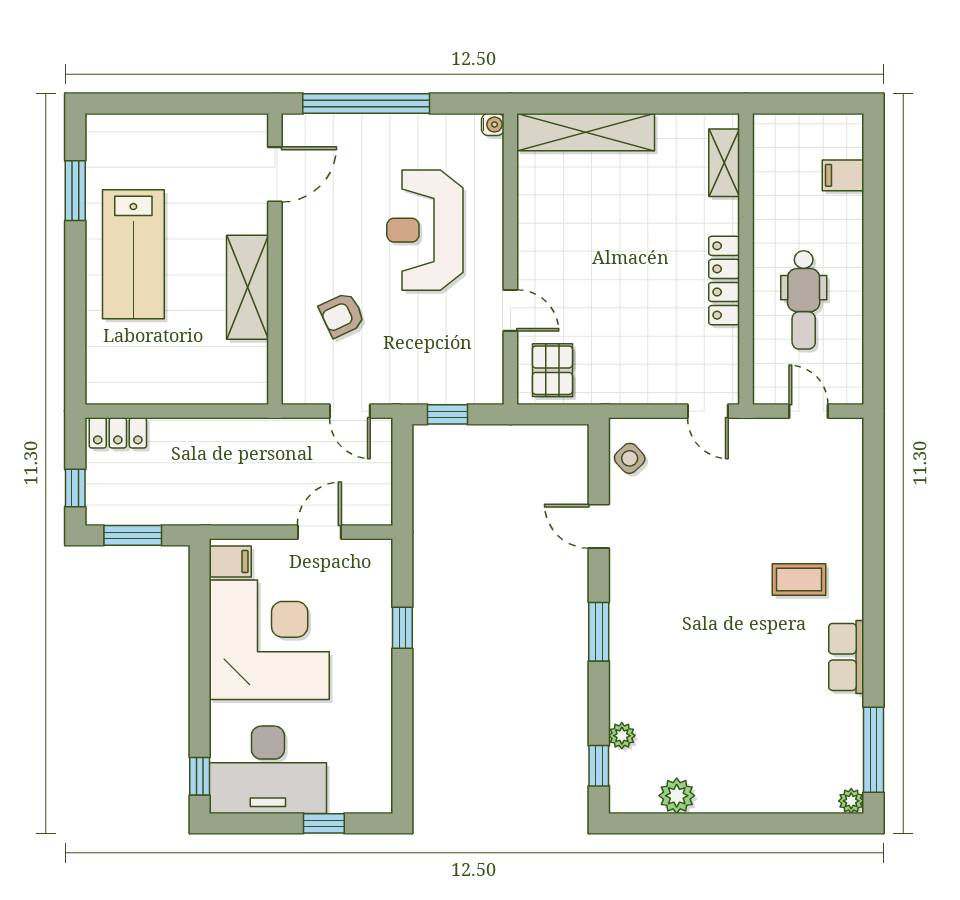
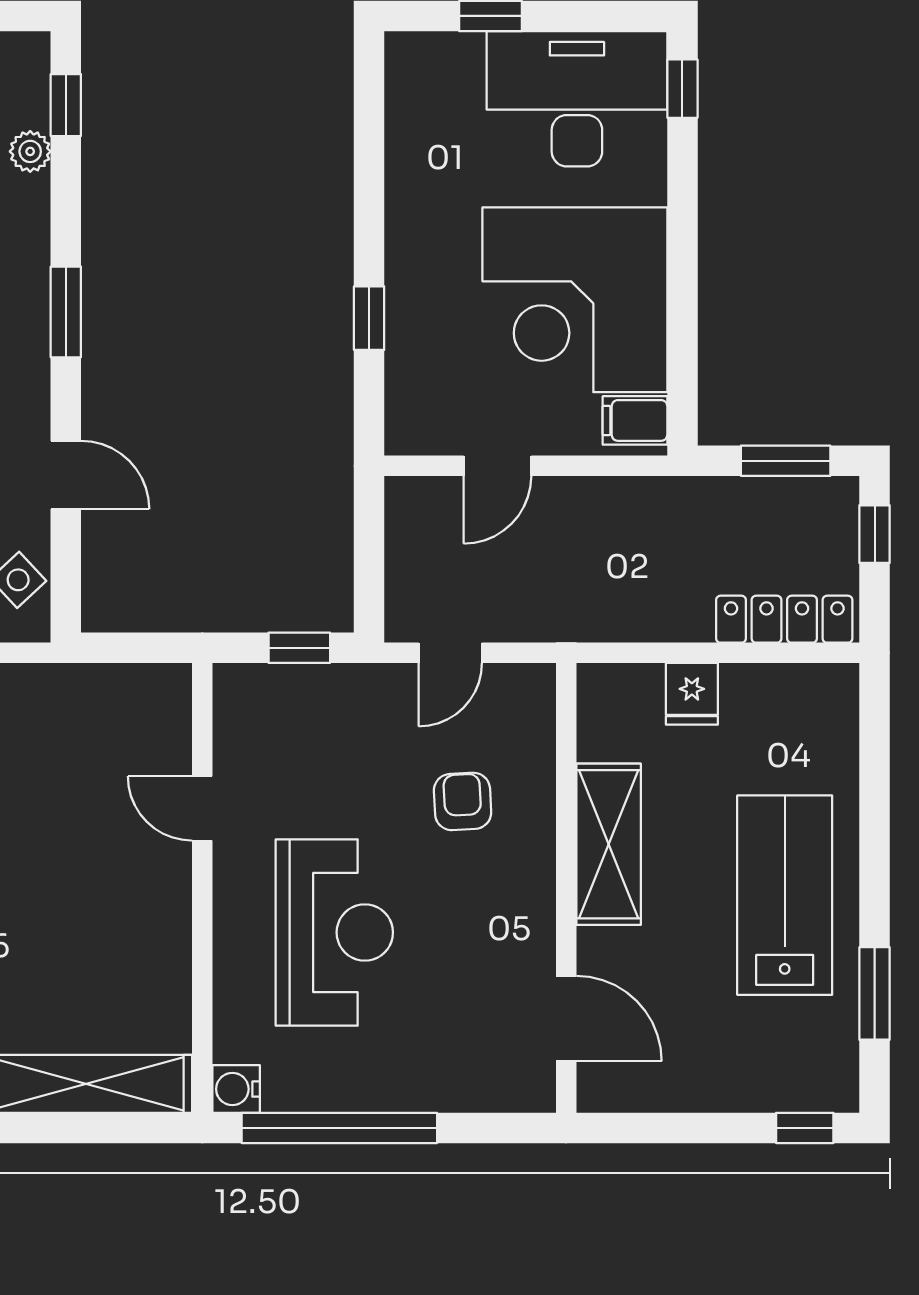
window: (120, 104) -> (805, 1128), added
window: (366, 104) -> (339, 1128), moved
water cooler: (493, 125) -> (236, 1089), width x1.38, depth x1.38
door: (275, 174) -> (566, 1019), swing flipped
armchair: (342, 315) -> (463, 801), turned -68
pallet: (552, 370) -> (137, 716), removed
fridge: (194, 385) -> (692, 694), added
door: (350, 411) -> (450, 653), swing flipped
locker: (118, 433) -> (784, 619), width x1.53

